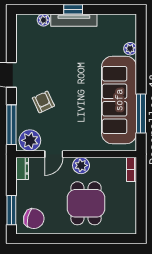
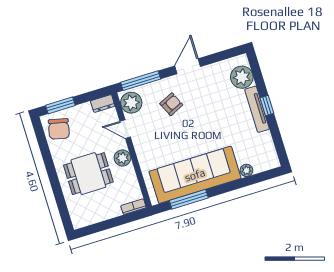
plant: (43, 20) -> (242, 77), width x1.88, depth x1.88

